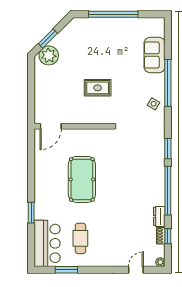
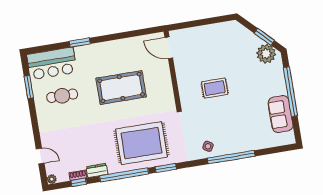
window: (48, 38) -> (264, 37), moved
plant: (49, 55) -> (266, 54), moved
sofa: (155, 55) -> (280, 114), moved, turned -90
rug: (98, 88) -> (215, 88), turned 90
rug: (140, 168) -> (141, 143), added

